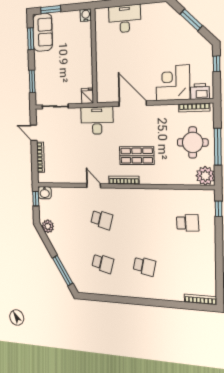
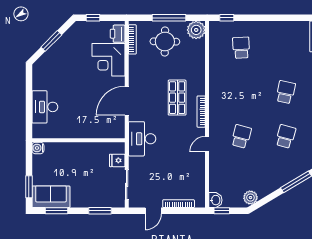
fridge: (87, 96) -> (117, 160), moved

